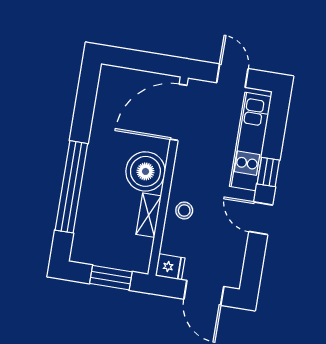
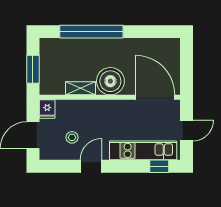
window: (268, 172) -> (159, 166), moved
stool: (184, 210) -> (72, 137), moved

